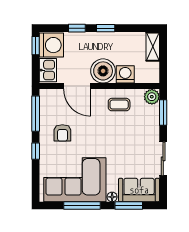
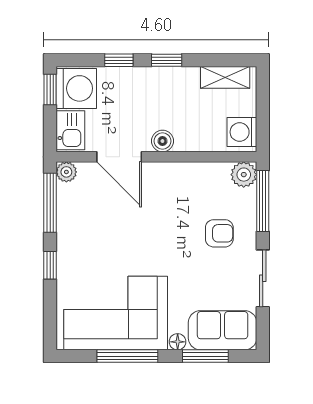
shelving: (153, 47) -> (225, 77), moved, turned 90
boiler: (103, 71) -> (162, 141), width x0.54, depth x0.54
washing machine: (125, 74) -> (242, 132), moved, turned -90
plant: (45, 95) -> (66, 172), added
coffee table: (119, 105) -> (189, 188), removed
window: (163, 113) -> (263, 201), width x1.44
armchair: (62, 133) -> (219, 233), moved, turned -90

